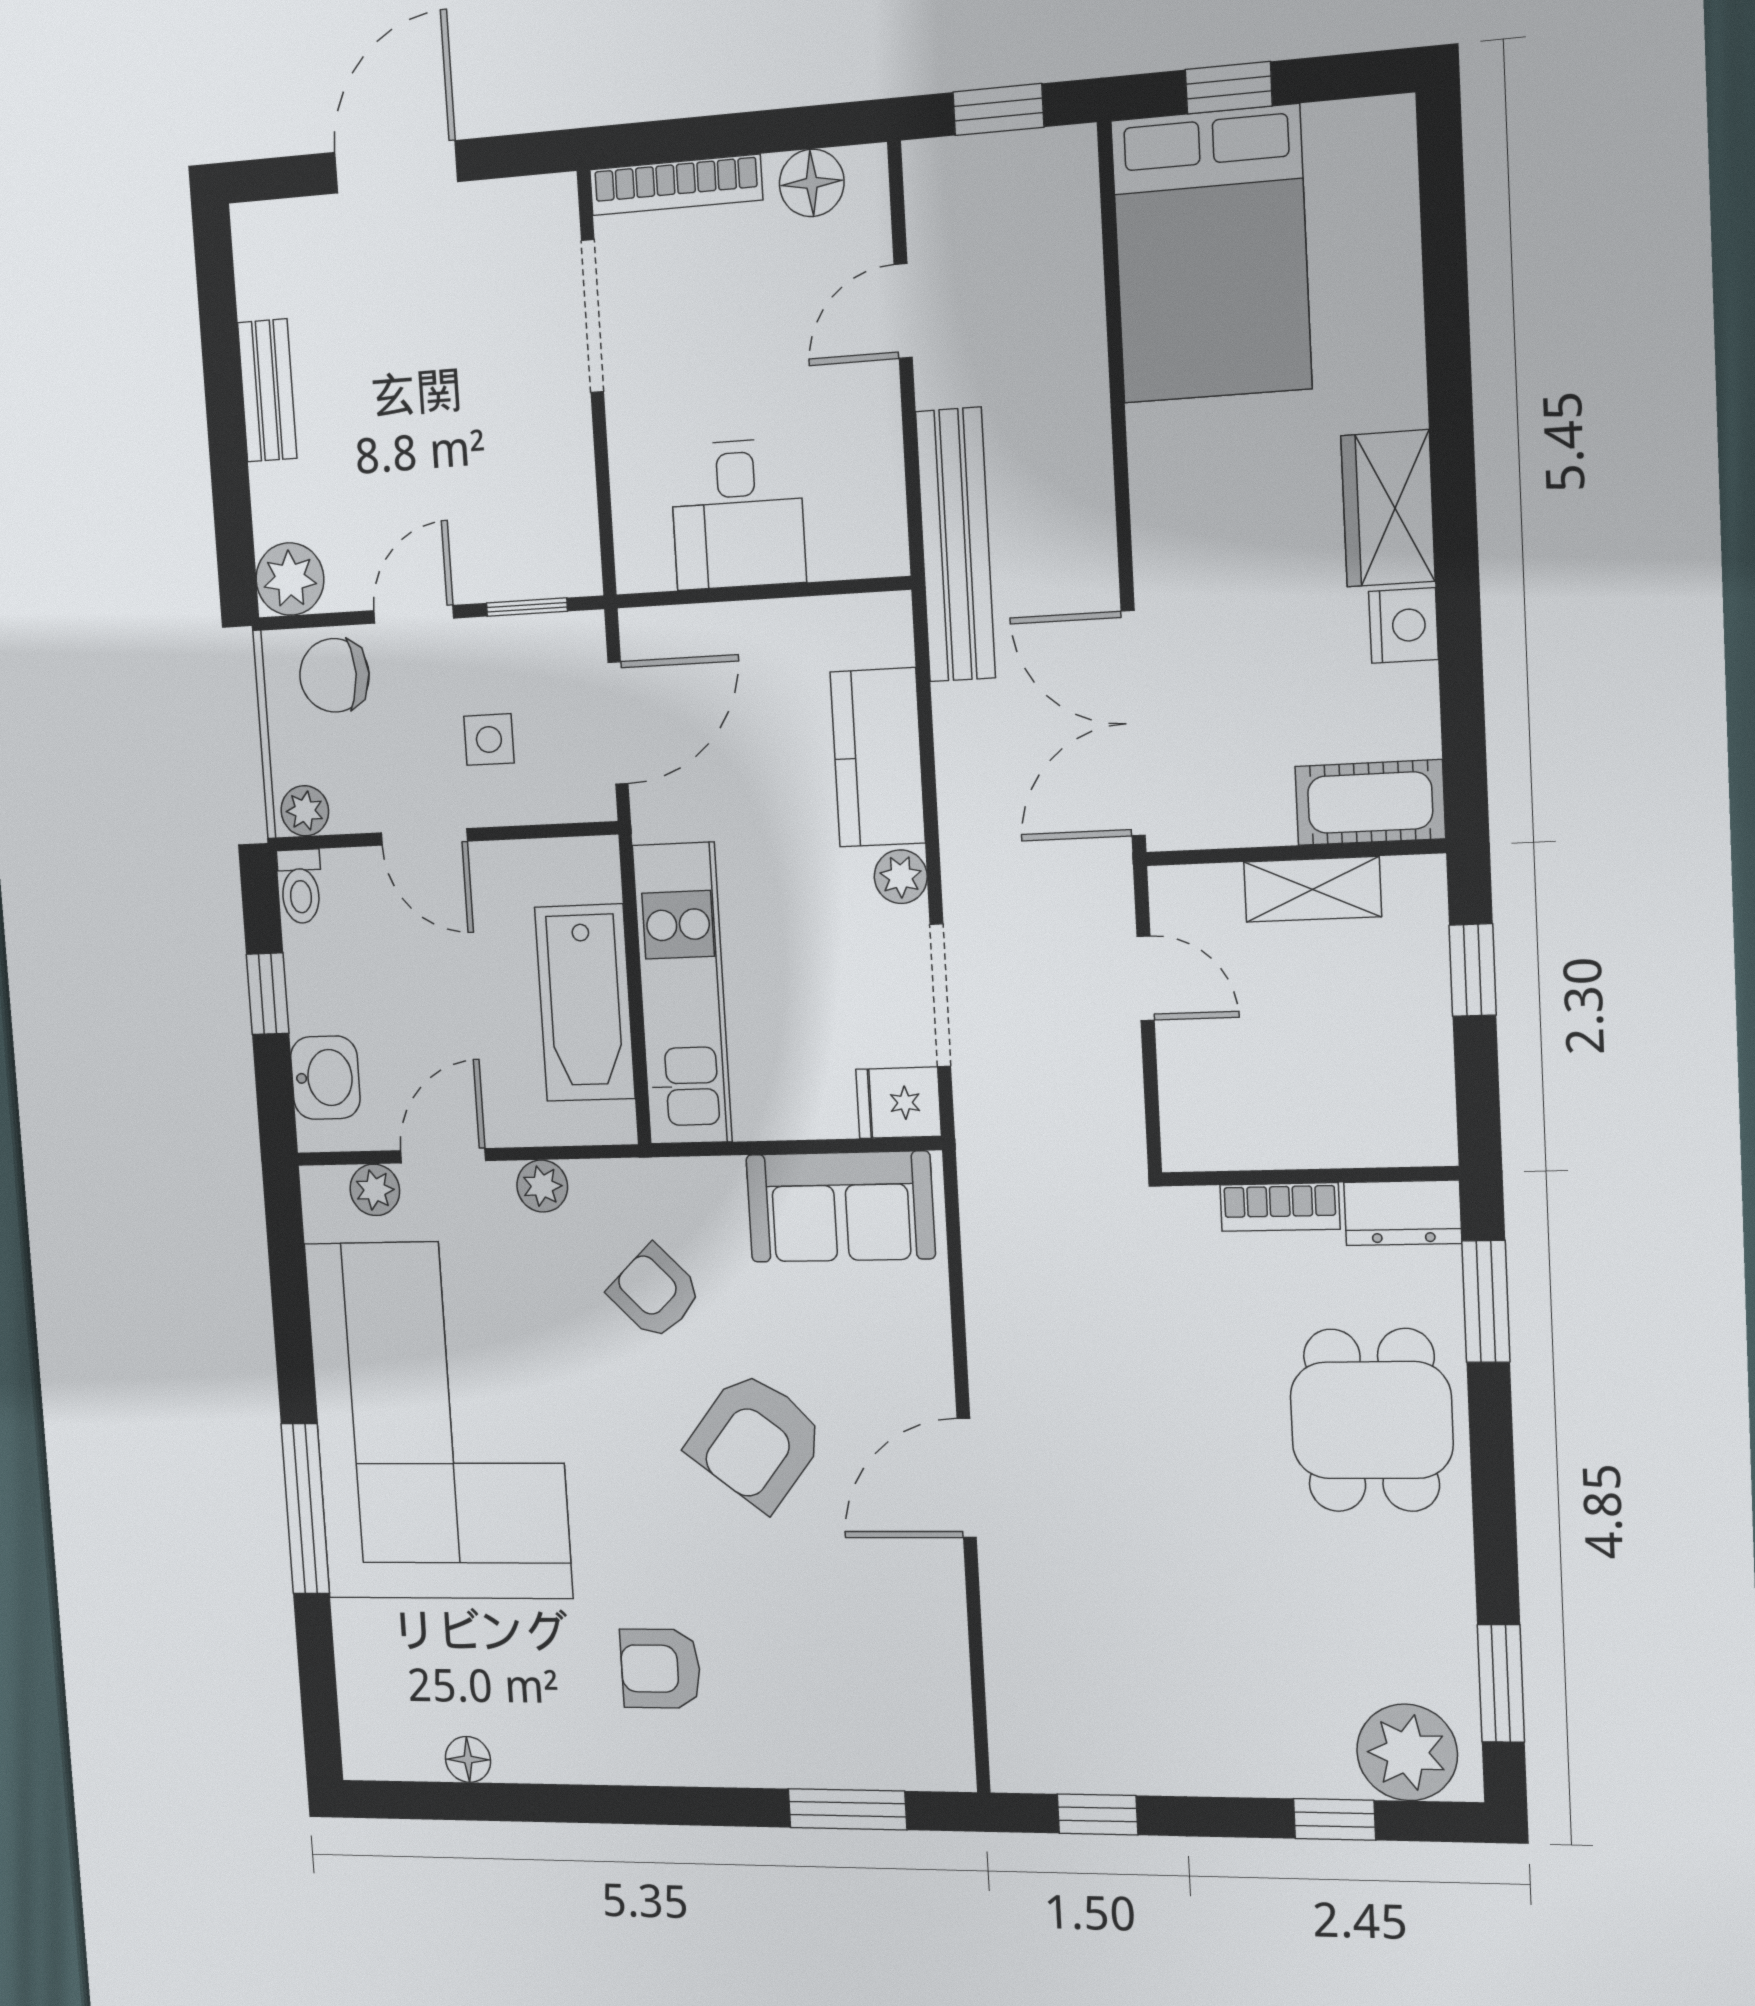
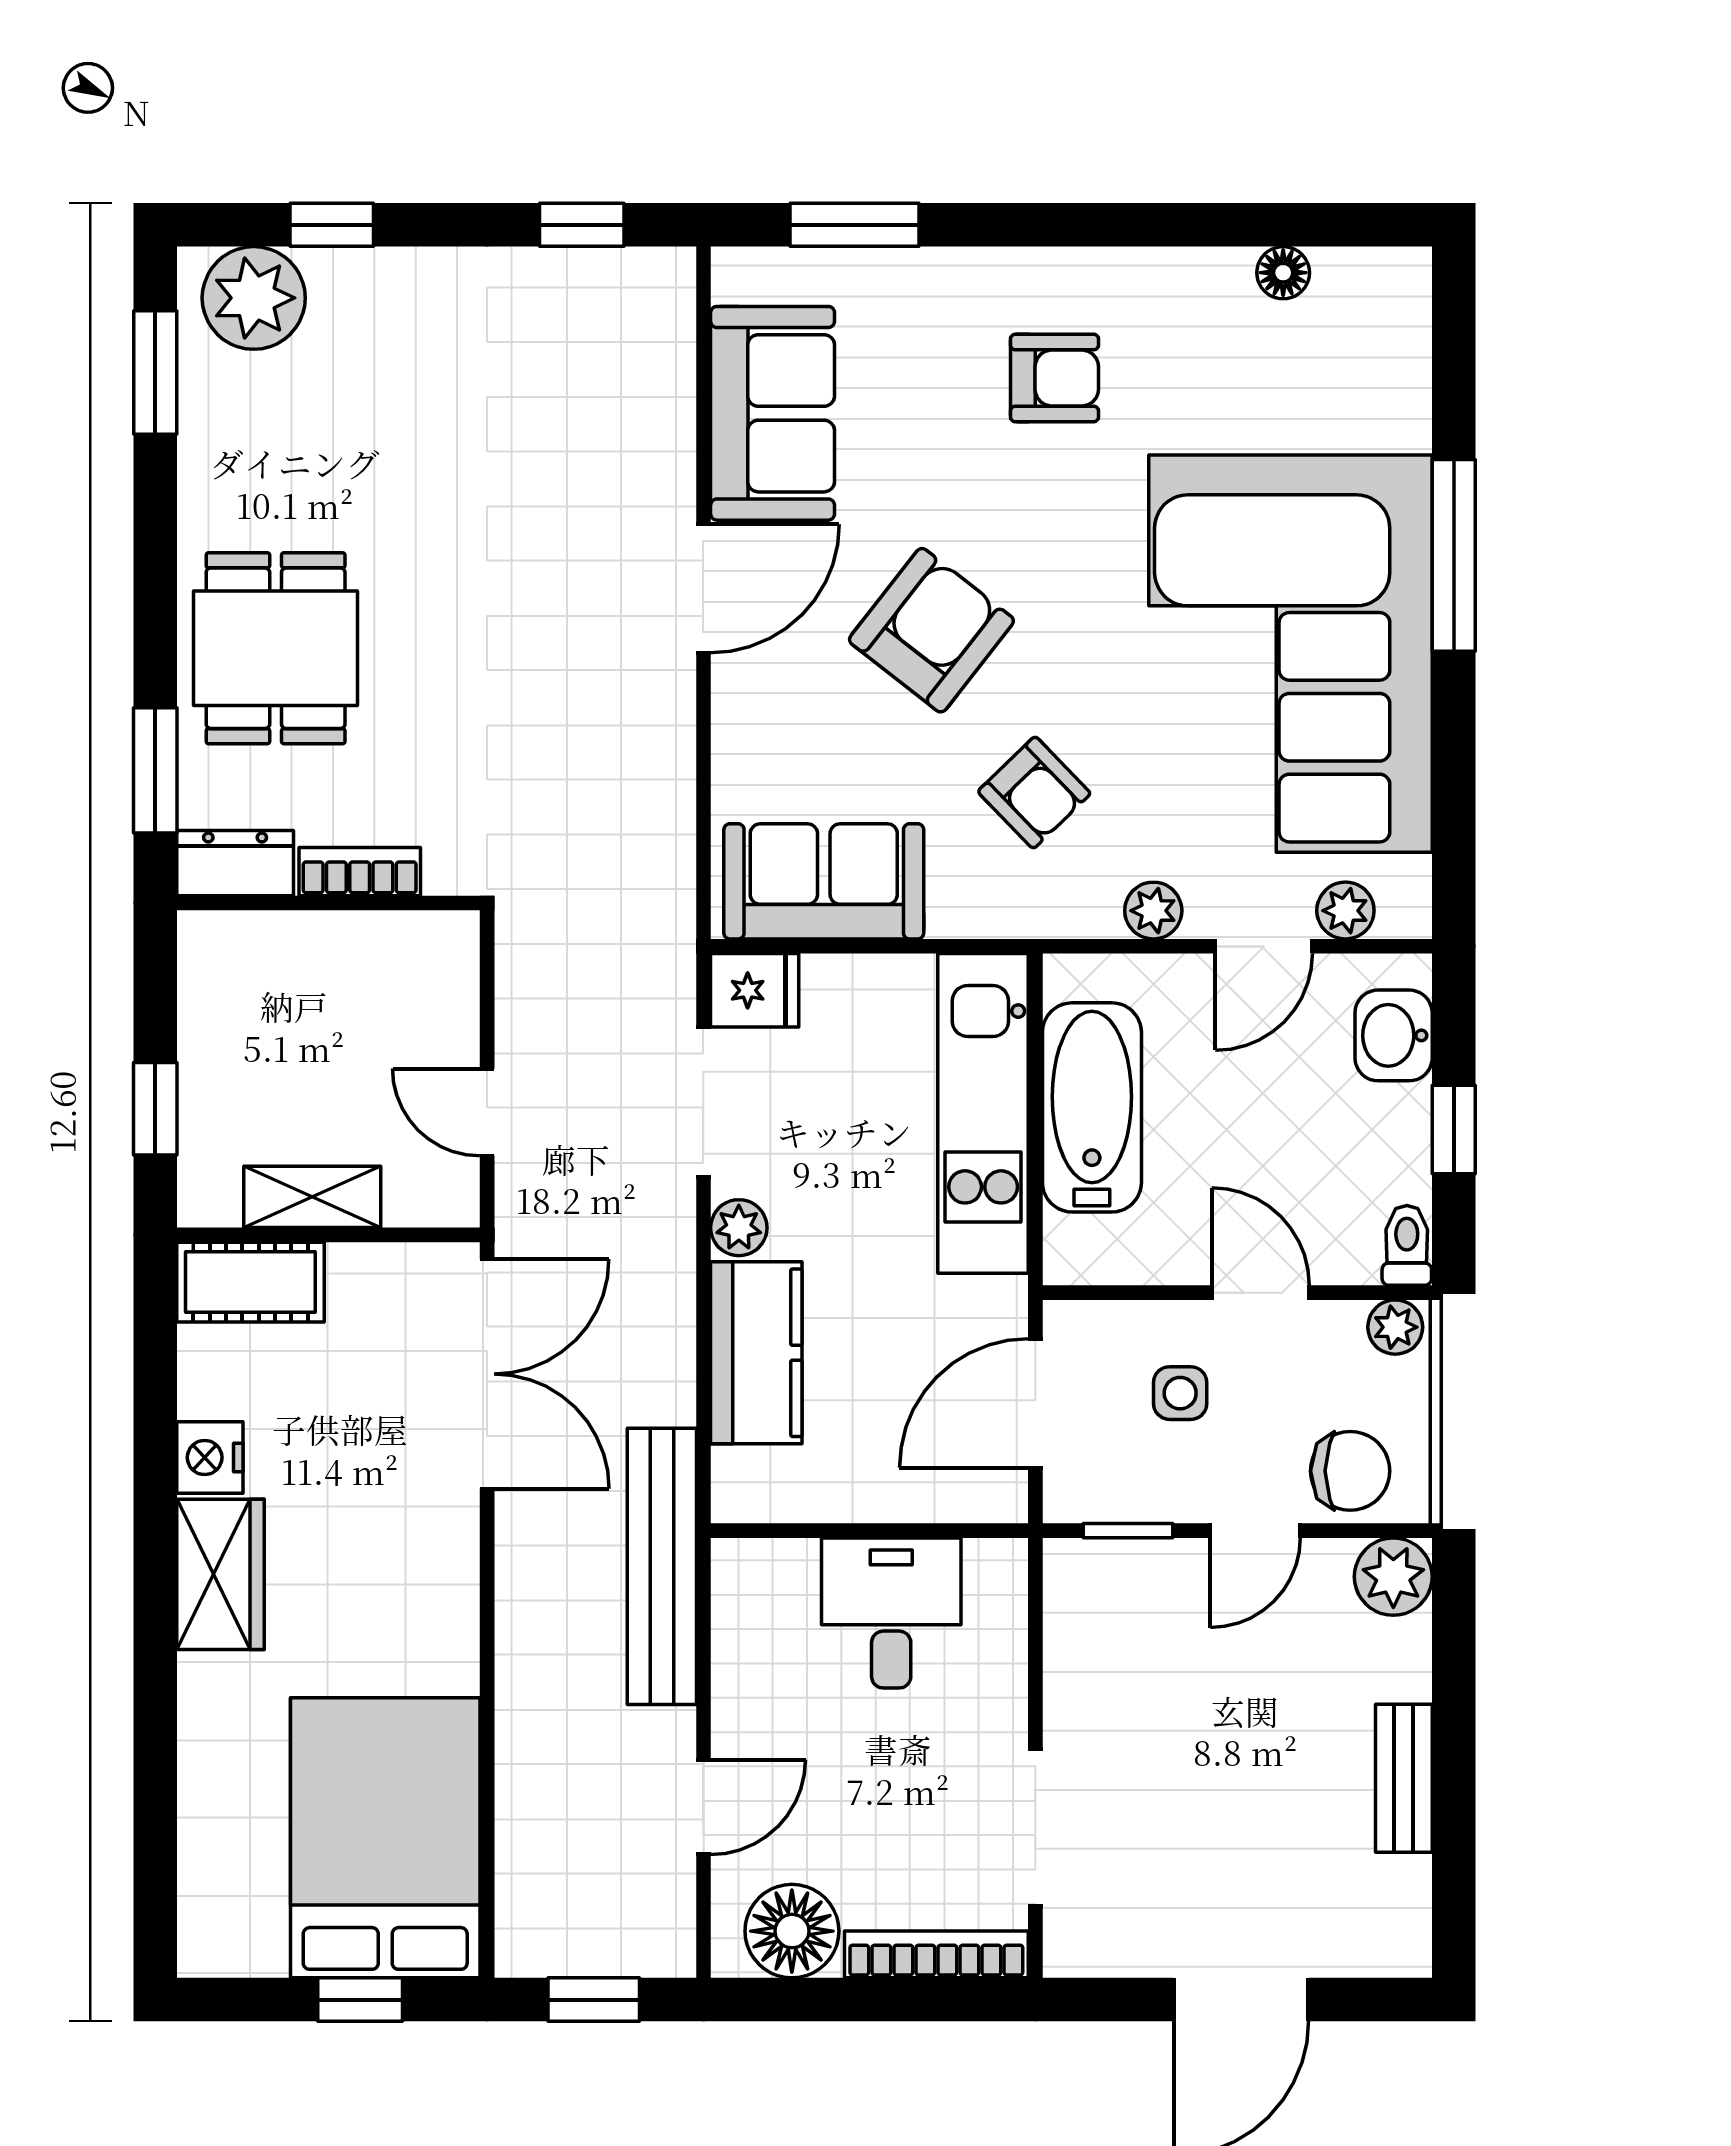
floor lamp: (812, 183) -> (792, 1931), width x1.38, depth x1.38
sofa: (912, 1639) -> (773, 413), added

